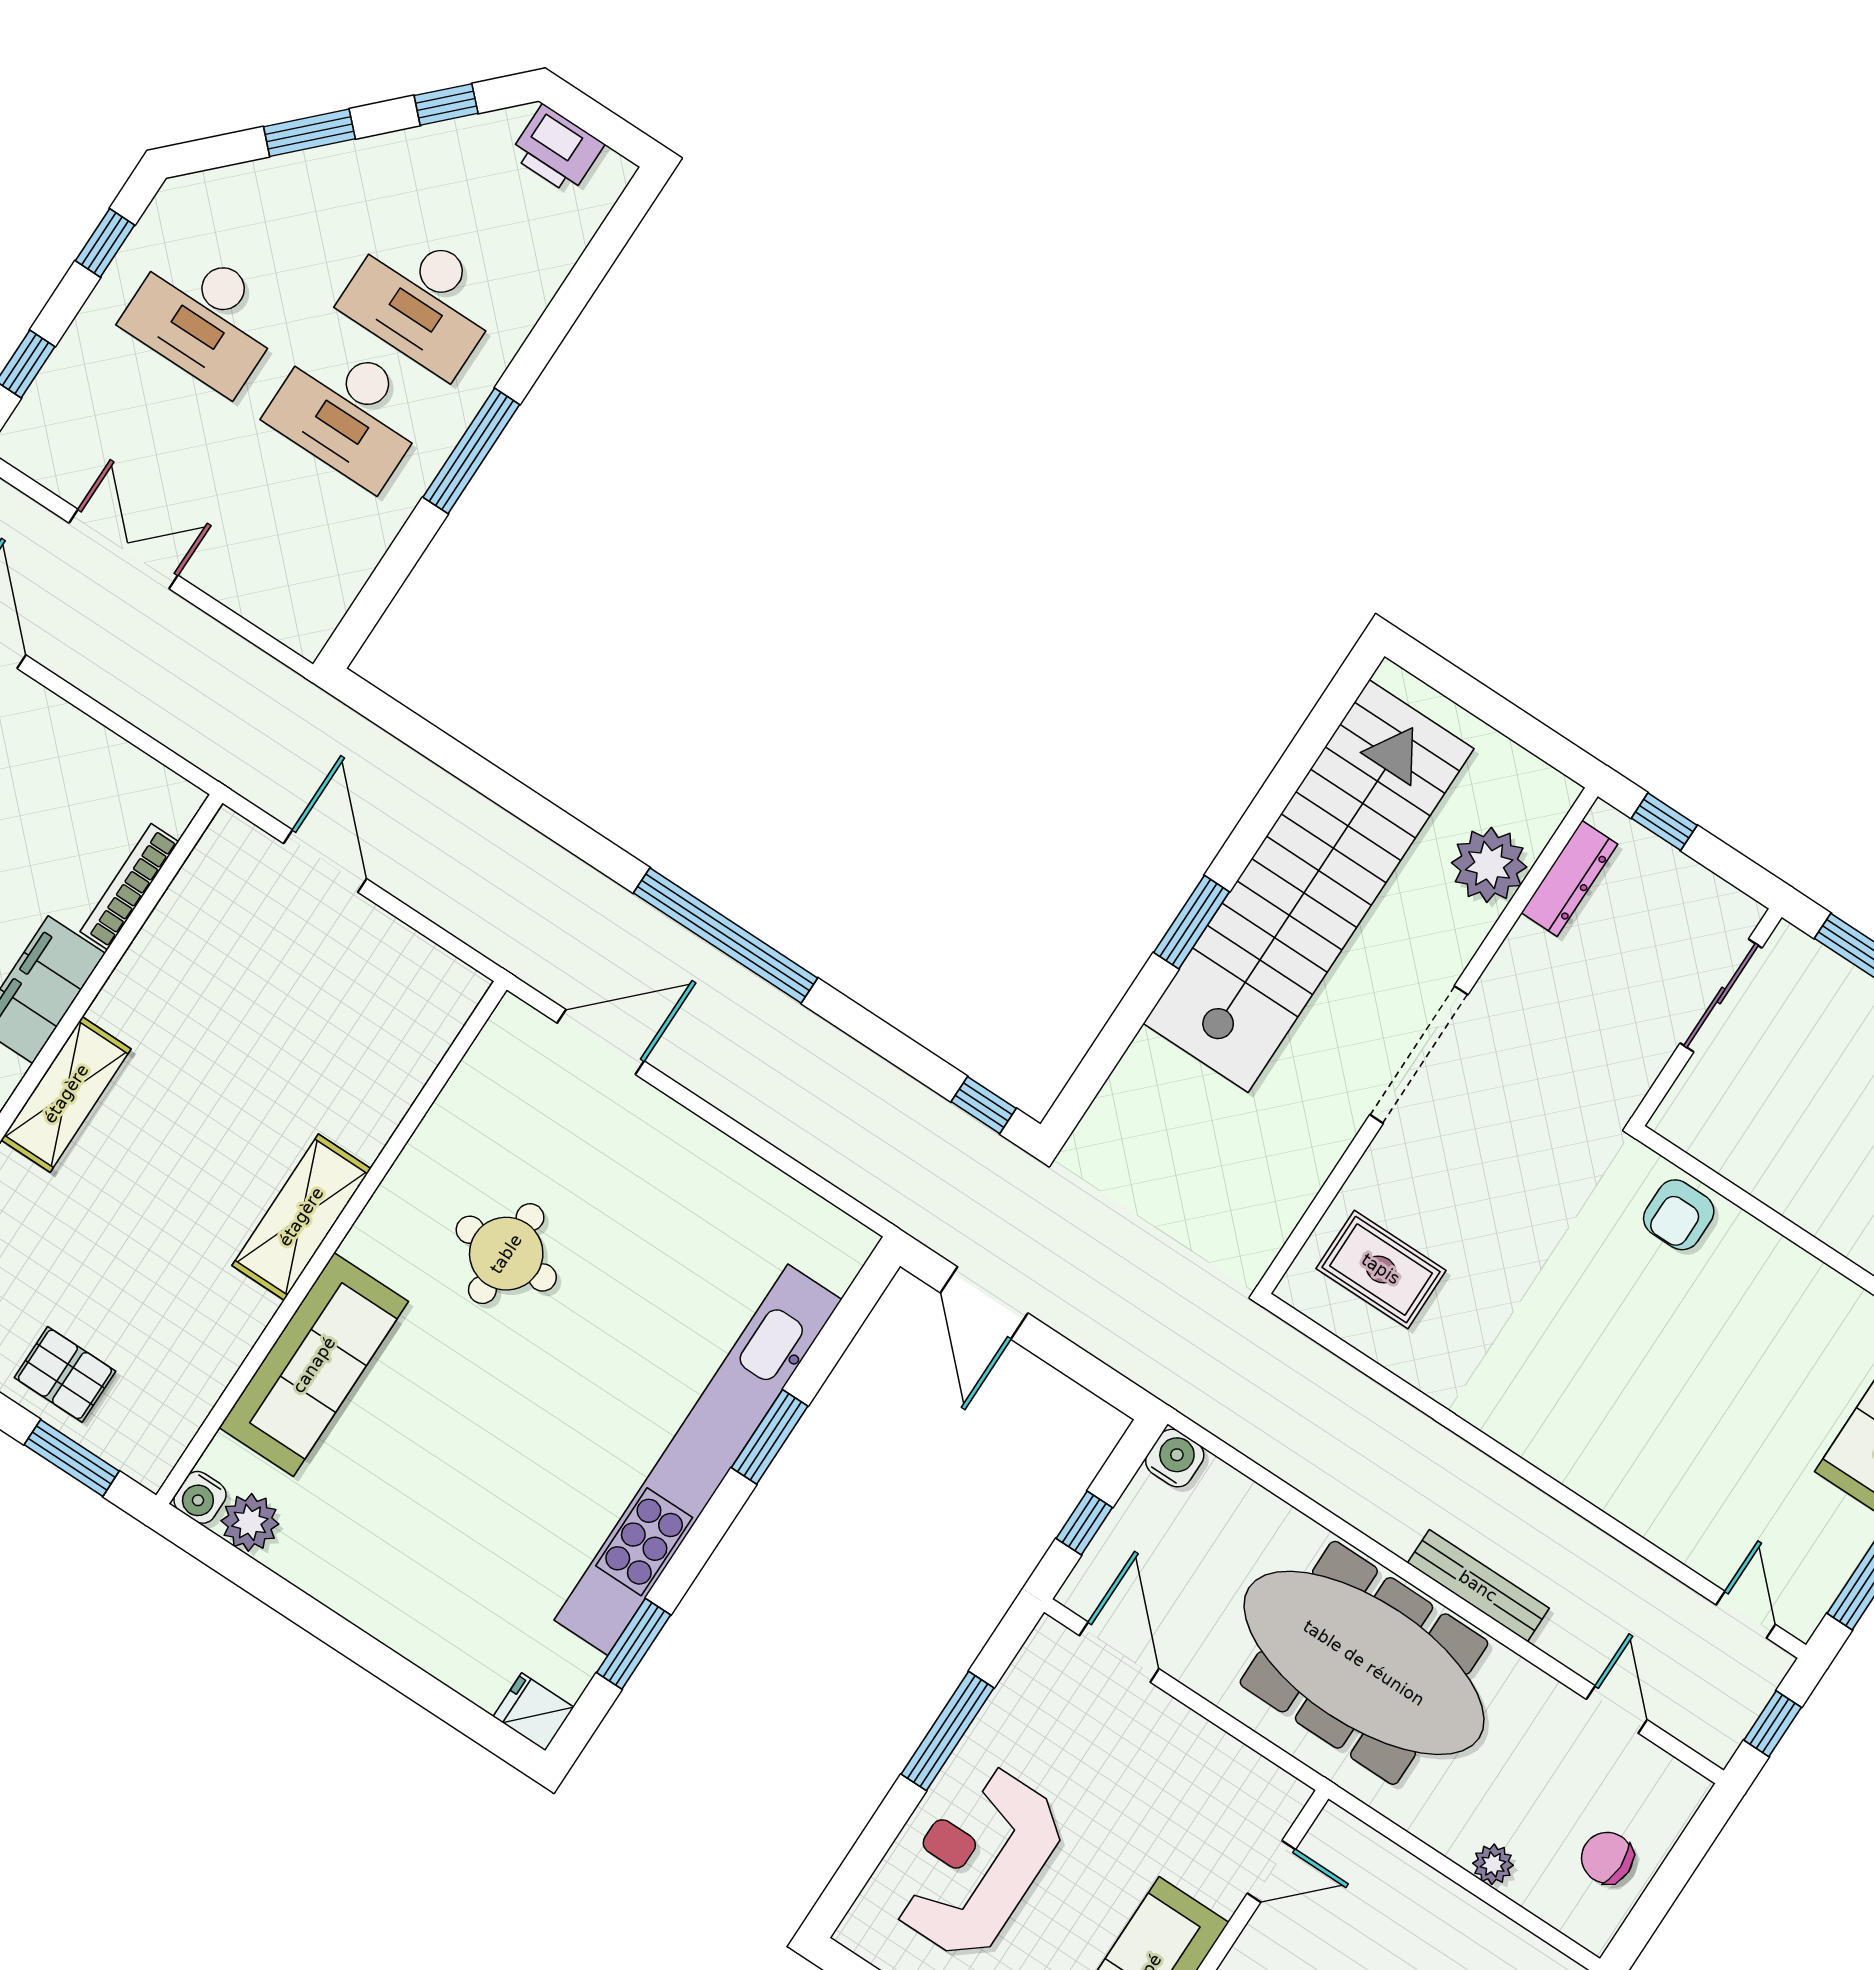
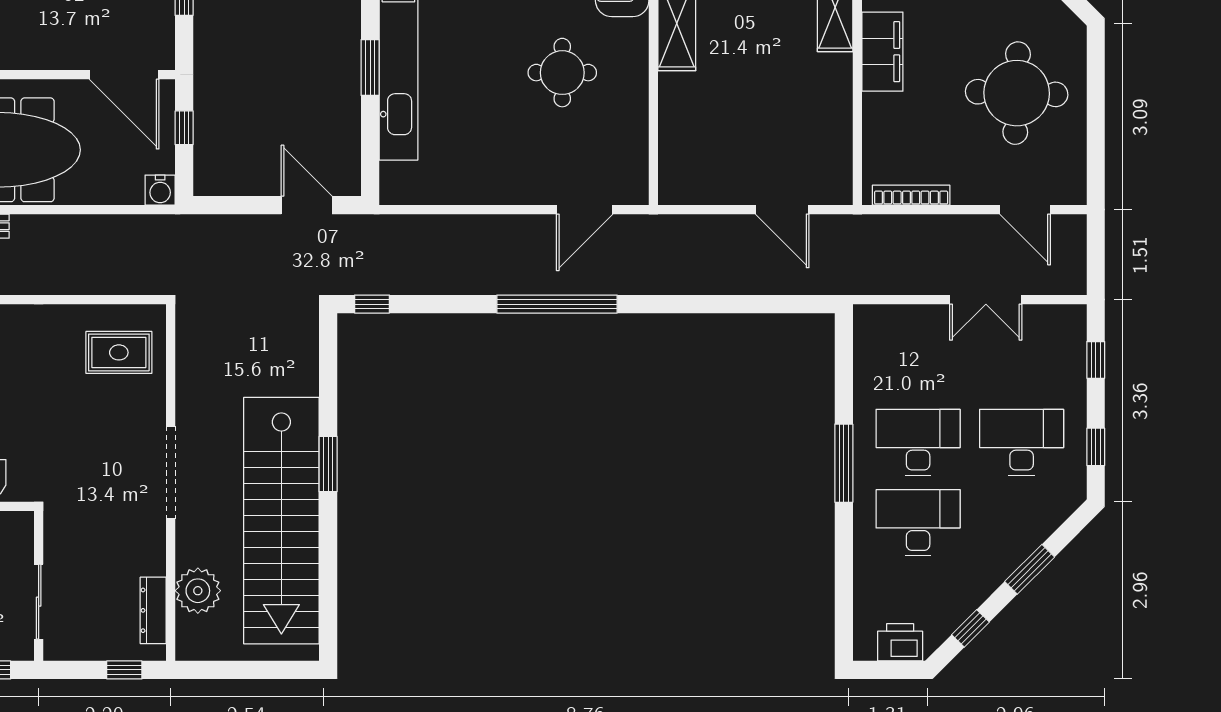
bookcase: (129, 887) -> (911, 195), moved, turned -90
door: (1119, 1652) -> (124, 75), width x1.36

